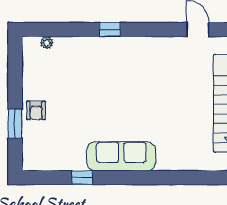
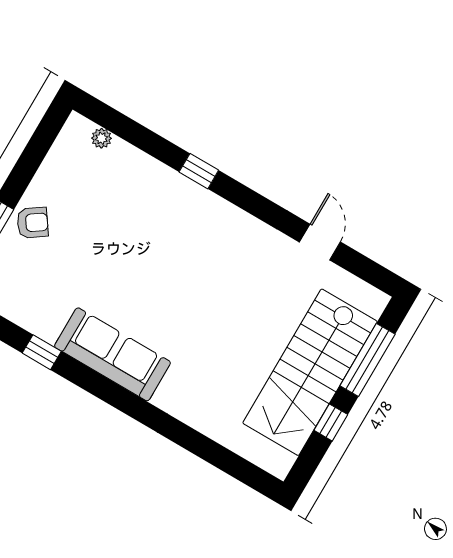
armchair: (36, 110) -> (33, 223), turned -125

